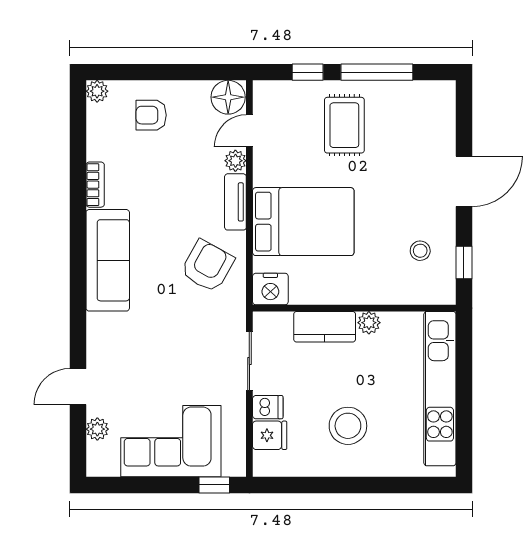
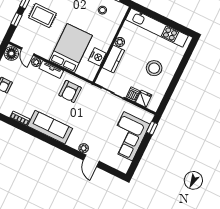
armchair: (207, 266) -> (70, 91), turned -119
nightstand: (270, 289) -> (97, 57), moved
plant: (97, 429) -> (84, 148), moved

